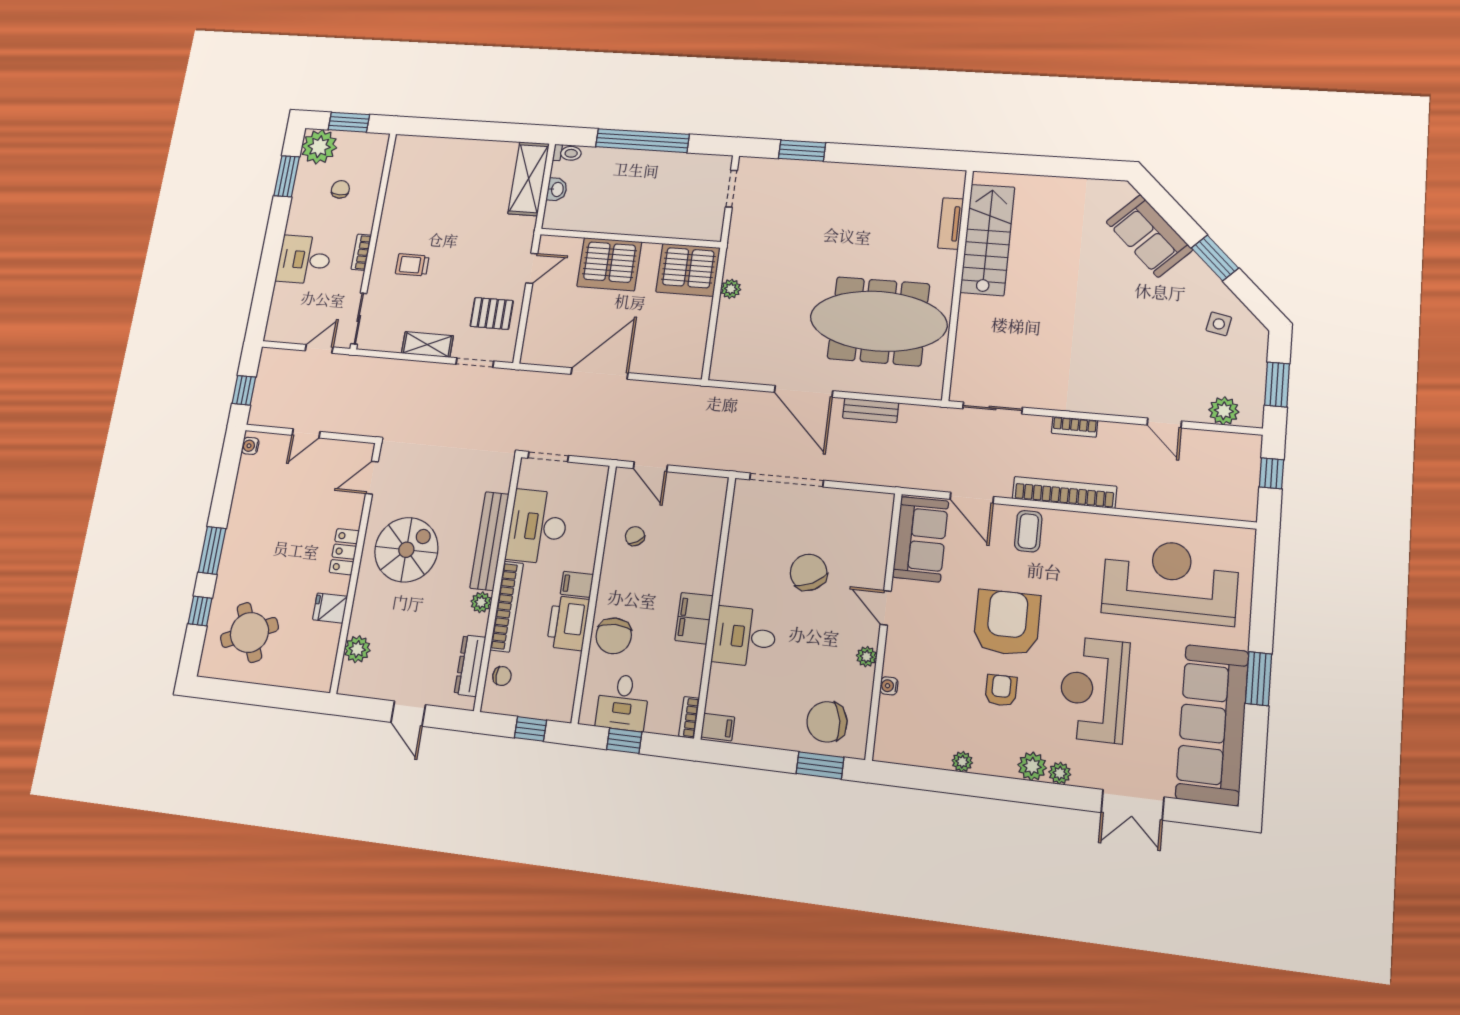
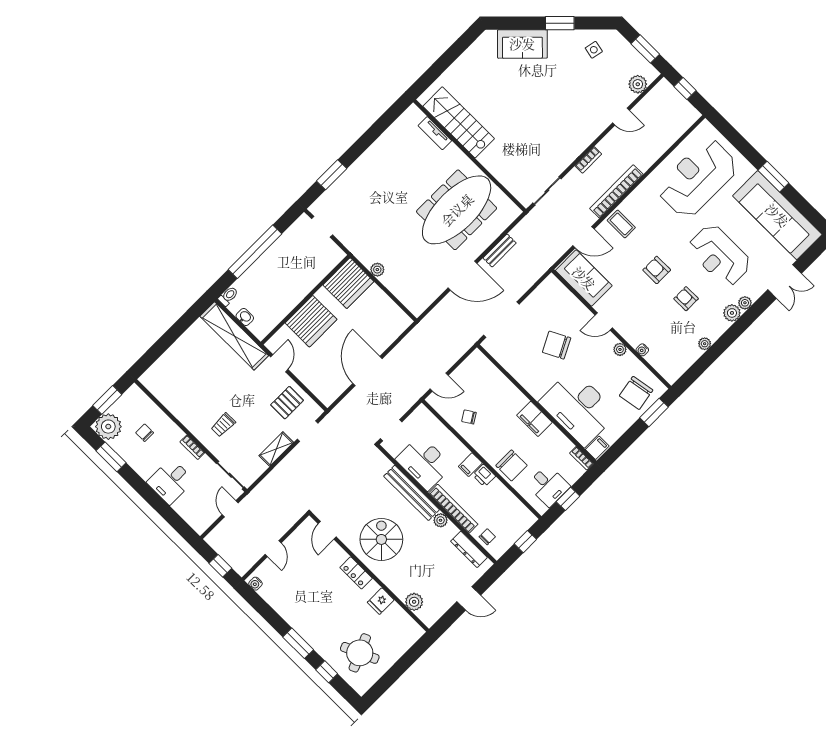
shelving: (529, 179) -> (234, 336), width x1.47
printer: (568, 623) -> (484, 476), width x0.53, depth x0.68
armchair: (1007, 623) -> (657, 270), width x0.53, depth x0.53
desk: (744, 637) -> (578, 408), width x1.87, depth x1.30

